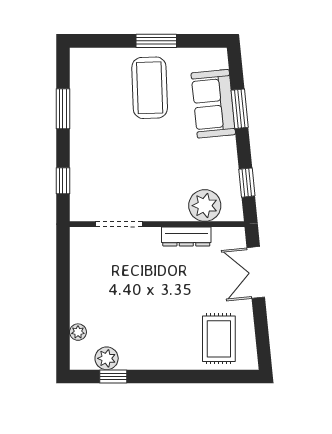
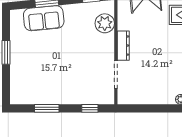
coffee table: (150, 88) -> (34, 56), removed
dresser: (186, 236) -> (123, 46), moved

